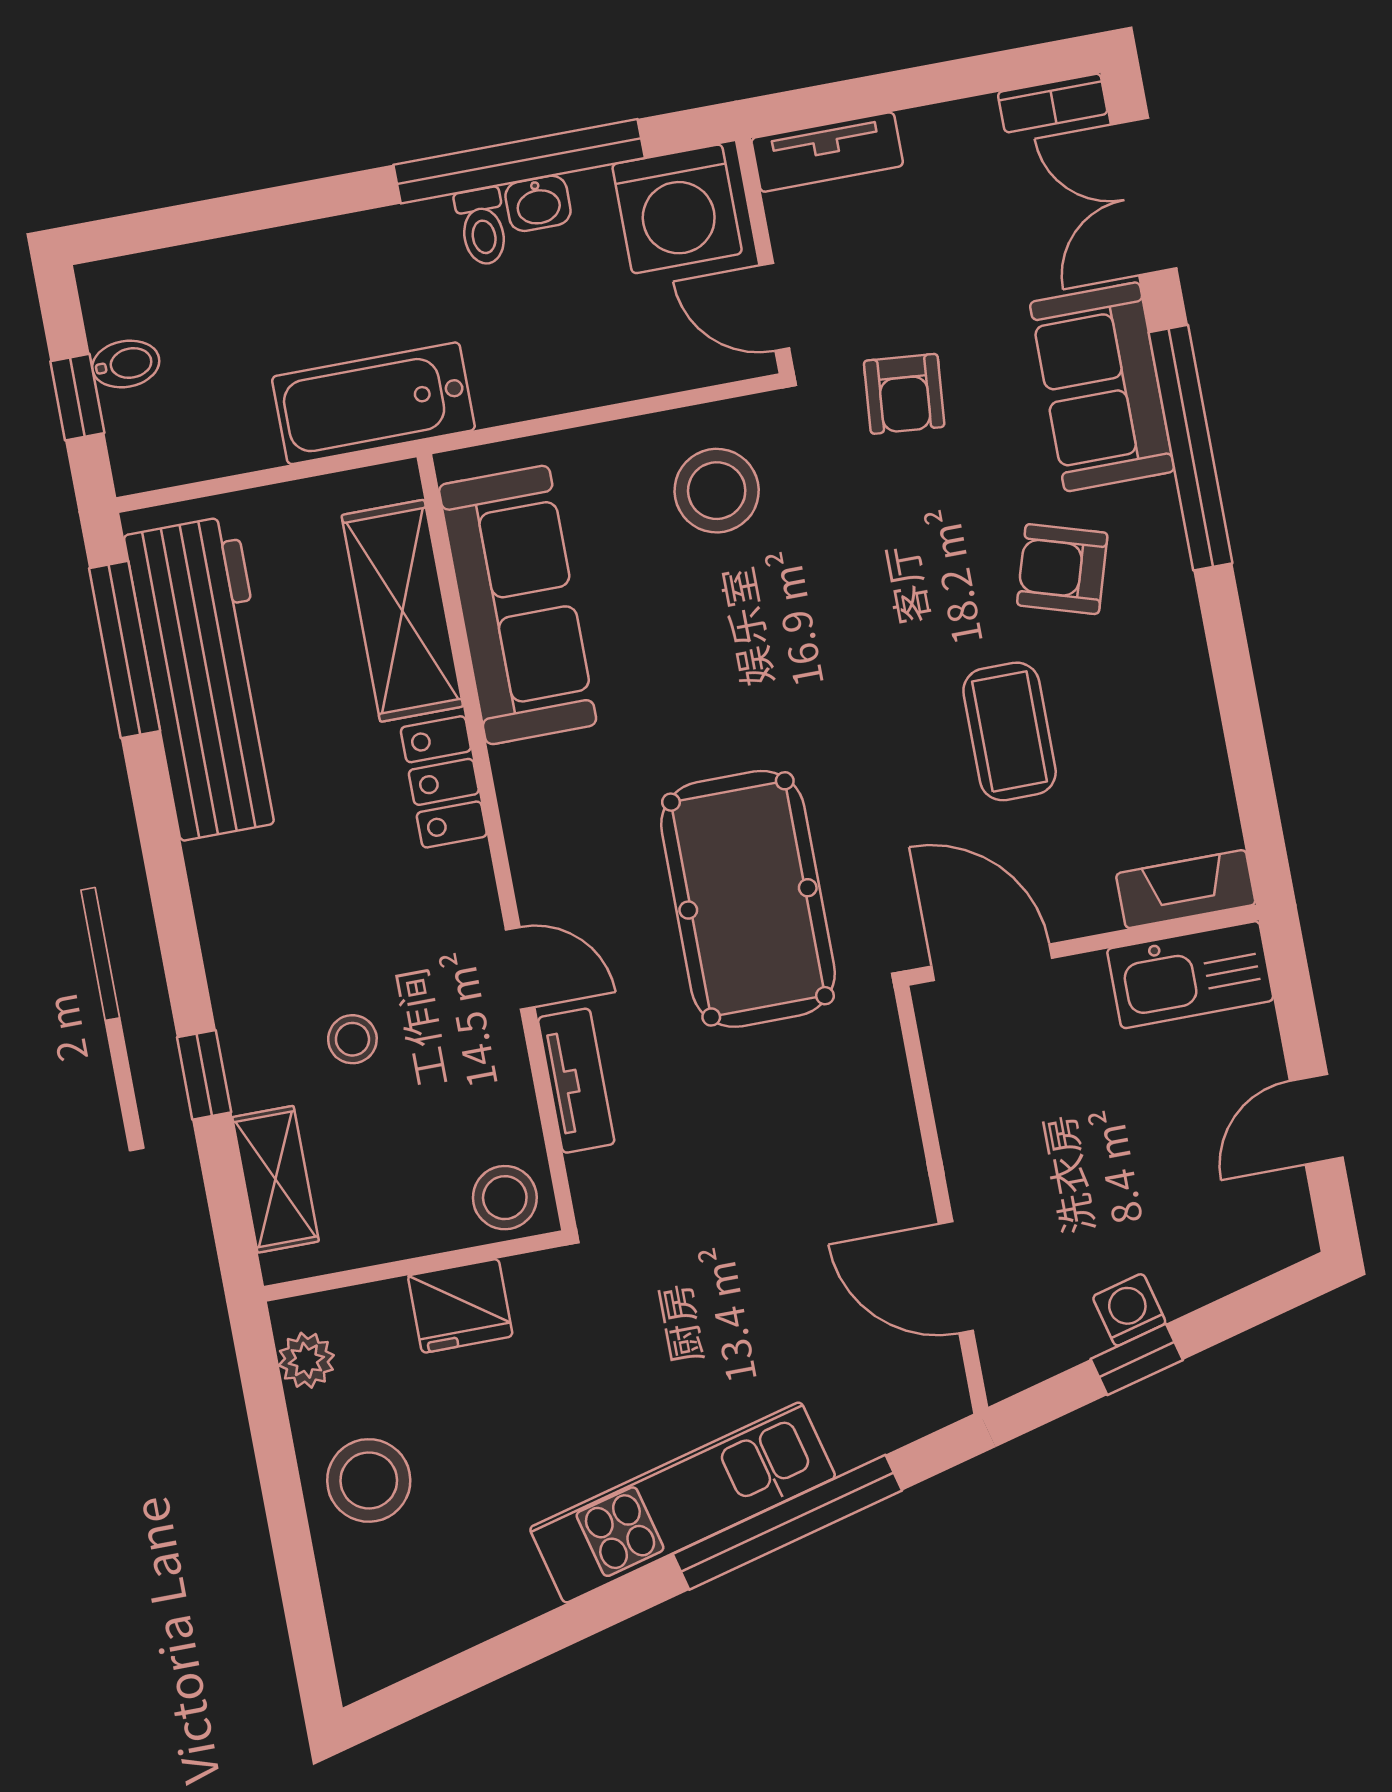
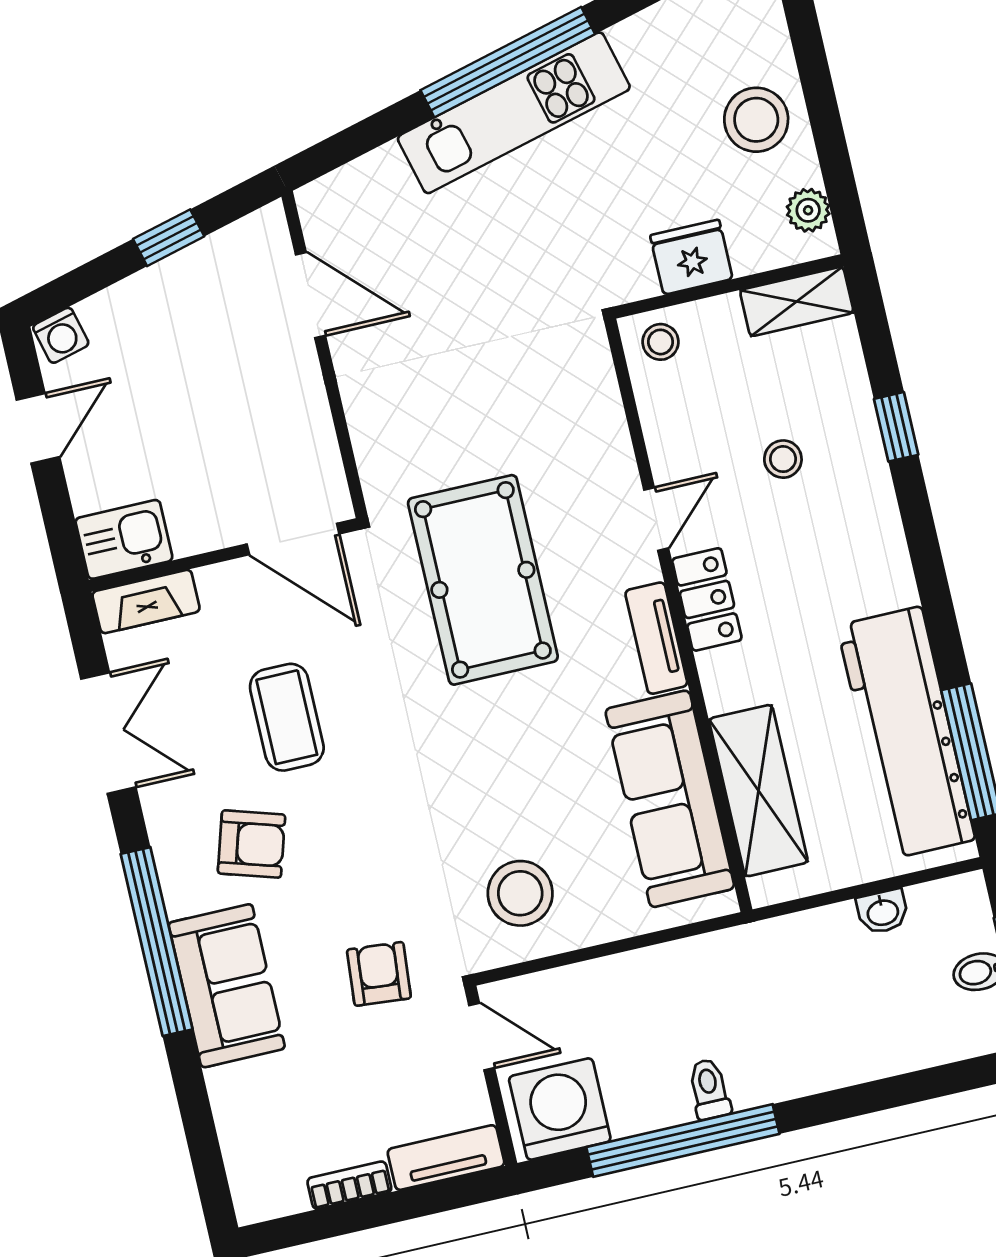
bookcase: (1053, 103) -> (349, 1185), moved
double door: (1144, 197) -> (108, 733), moved
washbasin: (538, 203) -> (883, 912), moved, turned 180
bathtub: (373, 403) -> (787, 949), removed
locker: (444, 782) -> (707, 599), moved
door: (520, 968) -> (656, 519), swing flipped
kitchen sink: (1190, 975) -> (124, 539), width x0.73
tv unit: (576, 1081) -> (656, 638), moved
shelving: (276, 1179) -> (797, 301), moved, turned 90
stool: (505, 1198) -> (661, 342), width x0.73, depth x0.73
washing machine: (1129, 1310) -> (61, 335), moved
window: (787, 1522) -> (508, 62), moved

